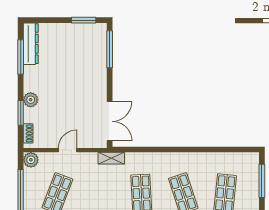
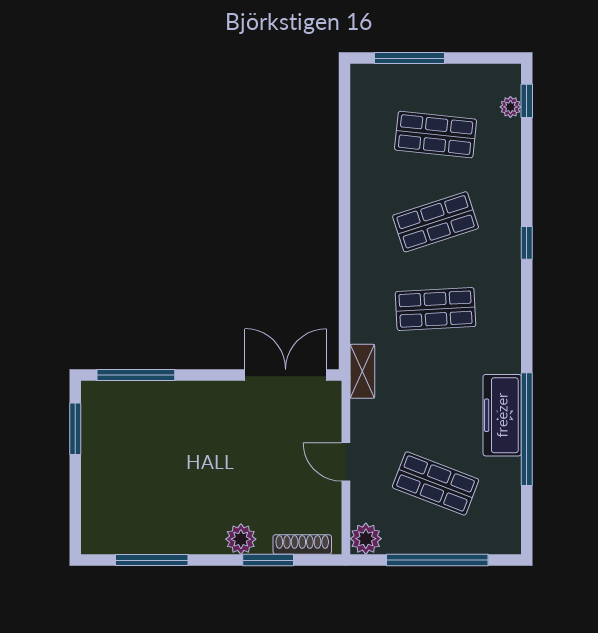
dresser: (31, 44) -> (124, 539), removed
shoe rack: (28, 133) -> (302, 545), width x1.43

